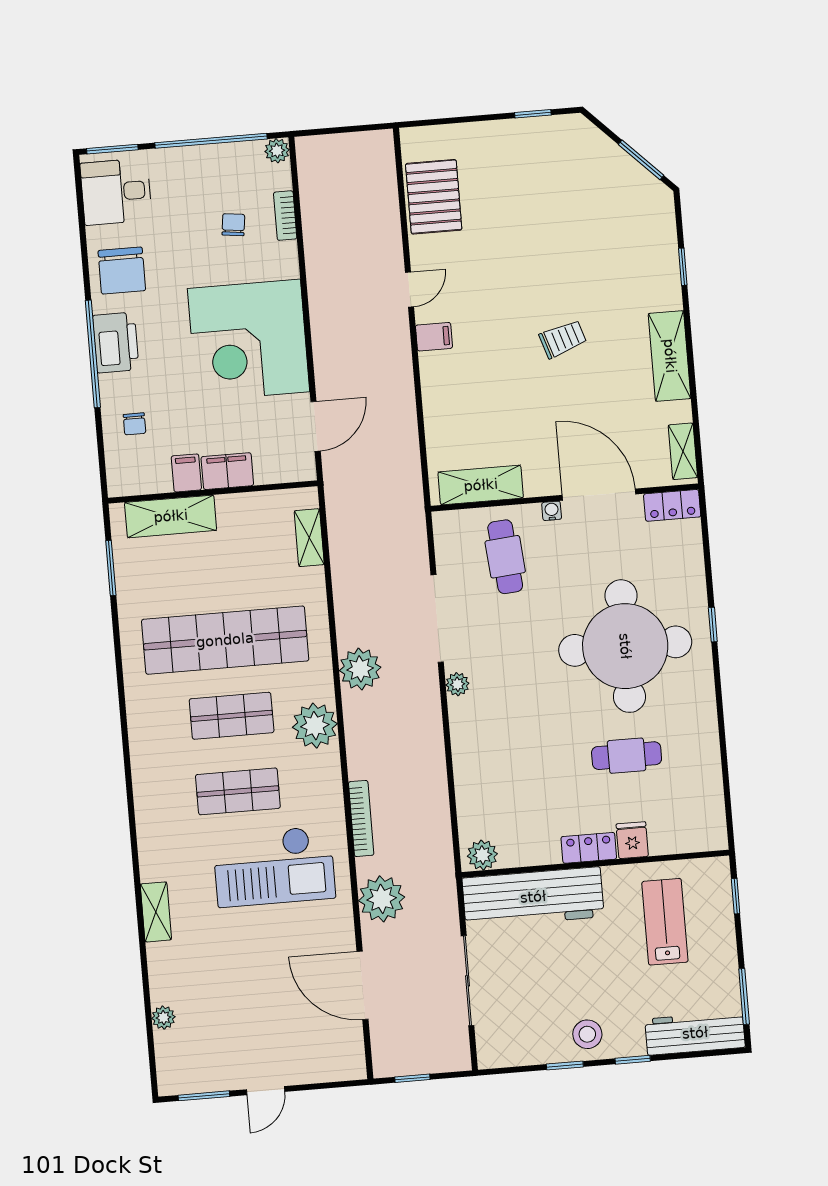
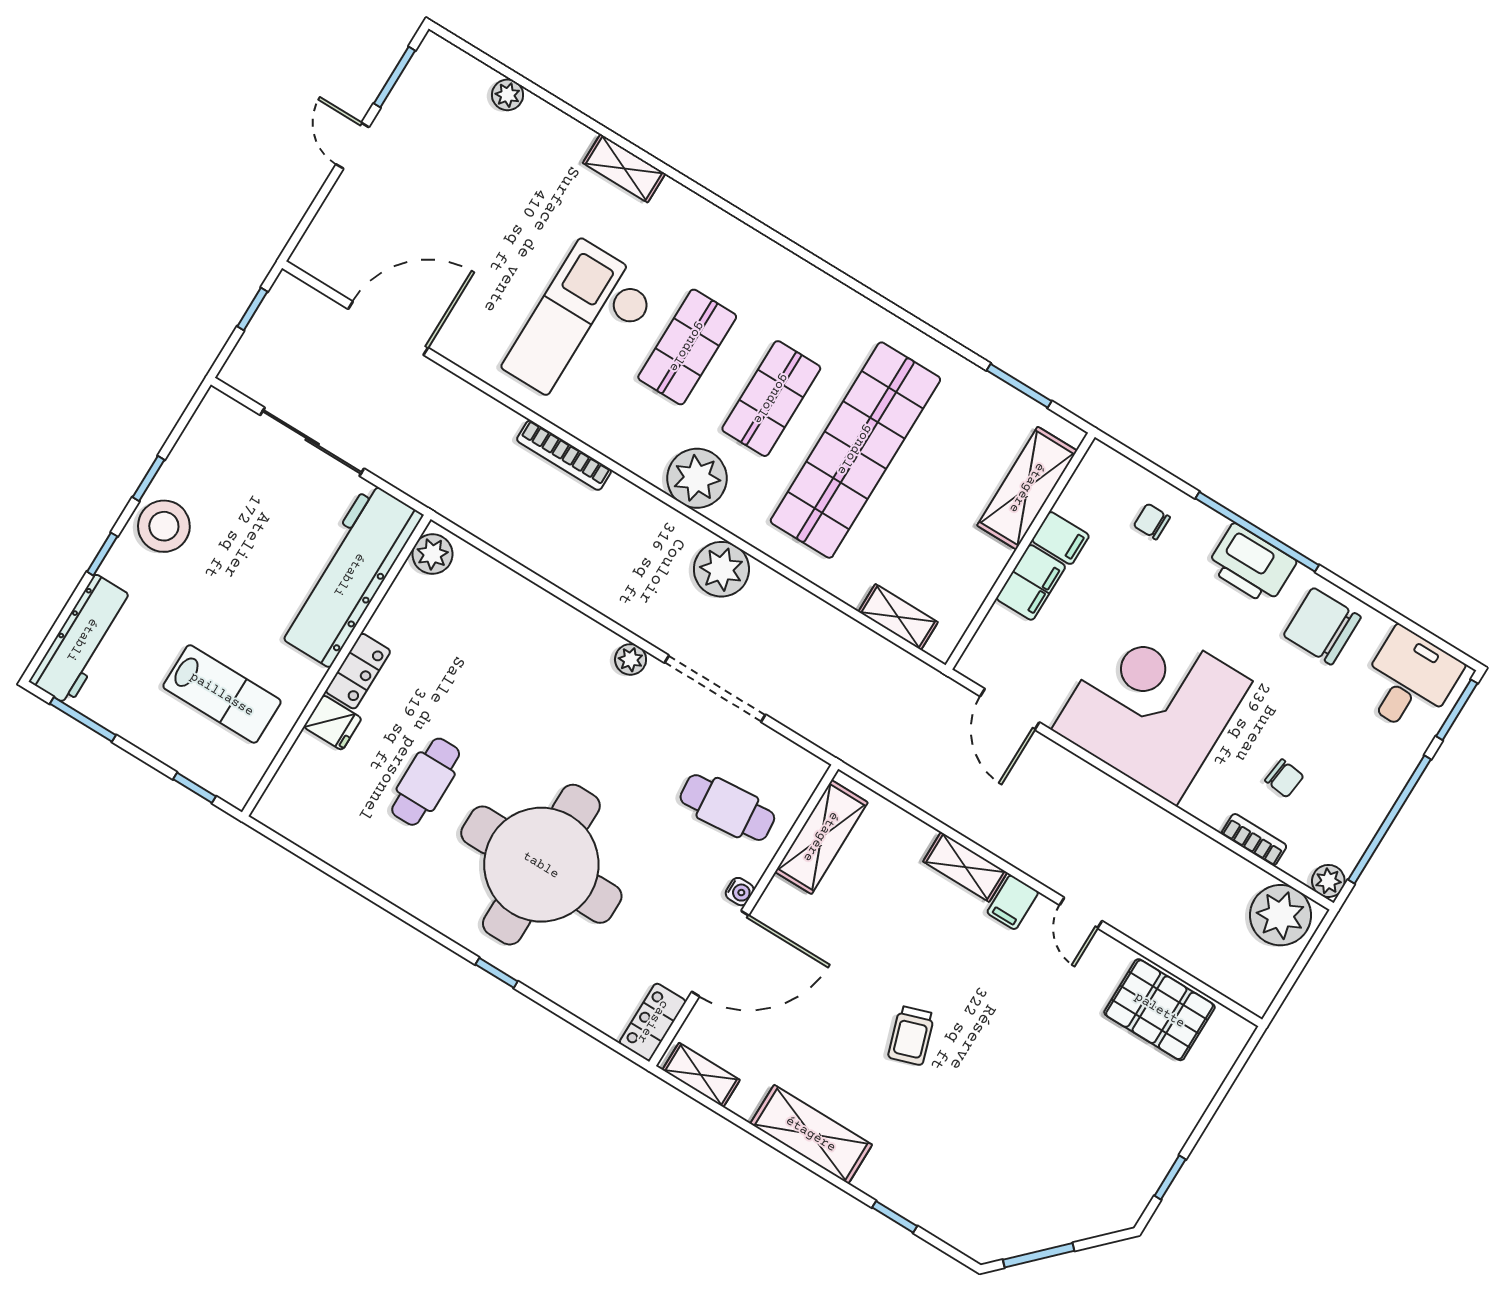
shelving: (434, 382) -> (965, 867), added
plant: (382, 899) -> (1281, 915), moved
stool: (587, 1034) -> (164, 526), width x1.38, depth x1.38

